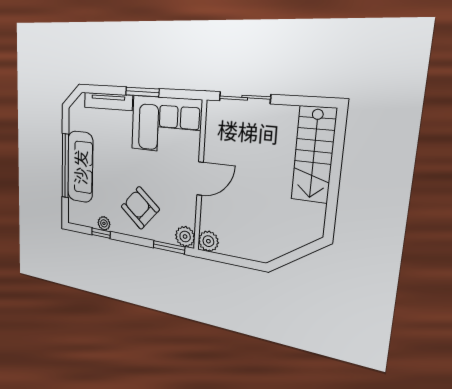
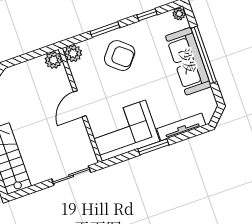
plant: (104, 223) -> (179, 14), moved
window: (169, 247) -> (105, 29), moved

